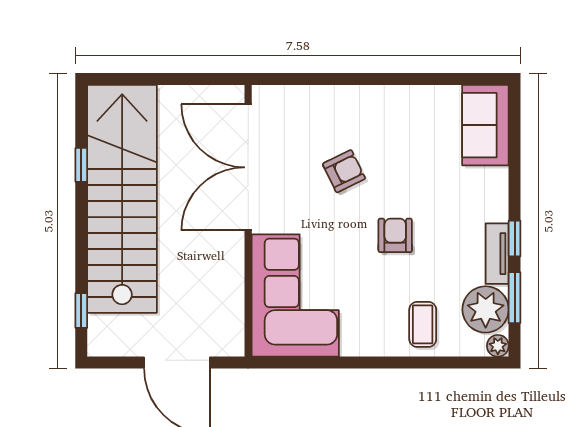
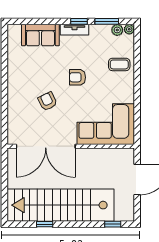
sofa: (485, 125) -> (40, 35), moved
tv unit: (497, 254) -> (75, 30), moved
plant: (486, 309) -> (117, 30), width x0.53, depth x0.53

